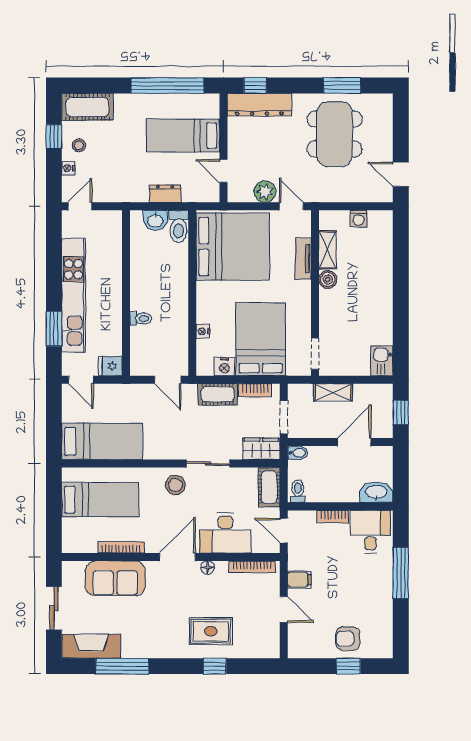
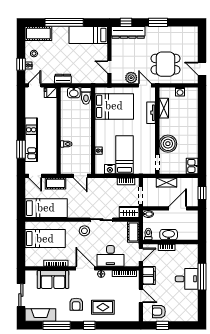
window: (168, 86) -> (64, 22), moved
window: (342, 86) -> (158, 22), moved
dining table: (335, 134) -> (165, 64), moved, width x0.73
bed: (183, 135) -> (88, 35), moved
window: (54, 137) -> (21, 64), moved
dresser: (165, 194) -> (63, 79), moved
bed: (233, 247) -> (114, 106), width x0.73
boiler: (328, 280) -> (168, 144), moved, width x1.86, depth x1.86
kitchen unit: (73, 295) -> (31, 140), width x0.73
bed: (261, 339) -> (125, 155), width x0.67
fridge: (110, 366) -> (50, 93), moved
cot: (218, 394) -> (56, 183), moved
washbasin: (376, 492) -> (169, 235), moved
door: (284, 531) -> (141, 255), swing flipped
desk: (370, 532) -> (187, 279), moved, turned 90
door: (177, 557) -> (85, 268), hinge flipped
filing cabinet: (299, 580) -> (149, 276), width x2.00
armchair: (160, 626) -> (76, 304), added
armchair: (348, 639) -> (159, 312), moved
window: (215, 666) -> (89, 325), moved
window: (348, 666) -> (162, 325), moved

